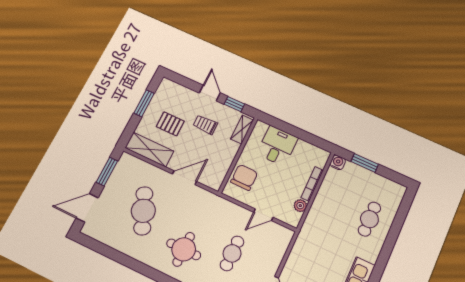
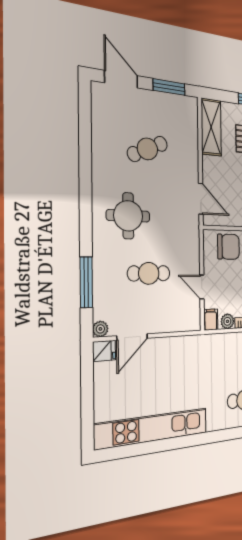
door: (185, 178) -> (201, 199), moved
cafe table: (143, 211) -> (147, 149), width x0.73, depth x0.74
filing cabinet: (292, 219) -> (211, 320), added

